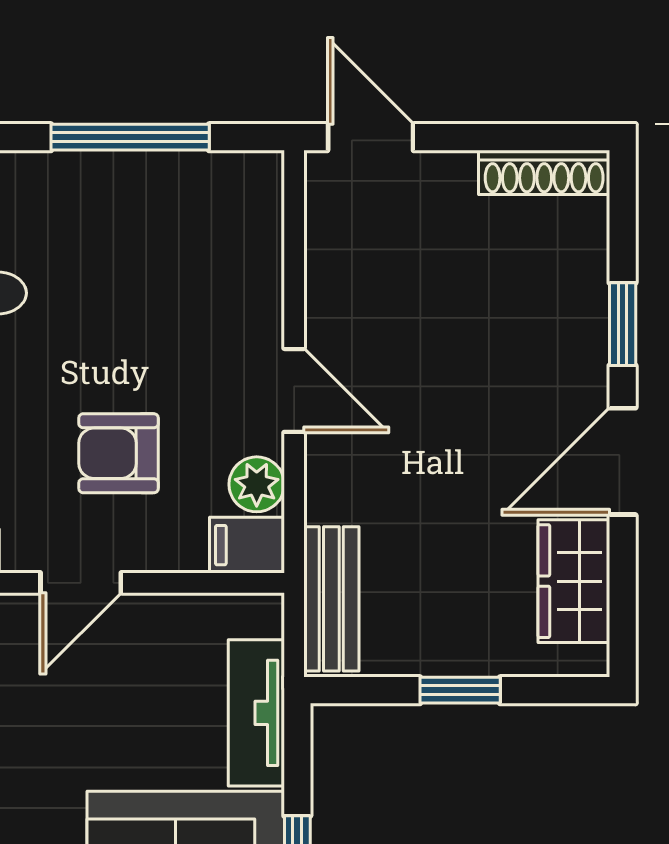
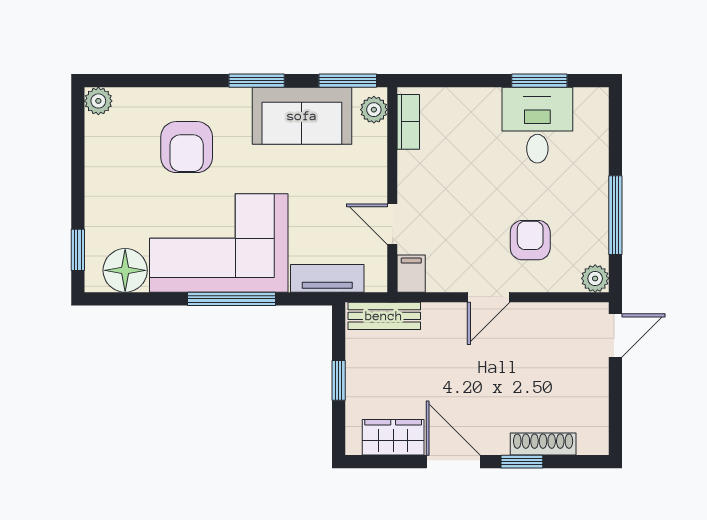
shoe rack: (544, 172) -> (543, 444), moved, turned 90
armchair: (119, 453) -> (530, 240), moved
plant: (257, 484) -> (595, 278), moved
door: (81, 583) -> (392, 224), moved

